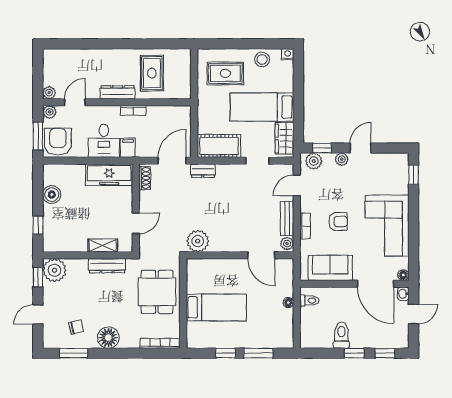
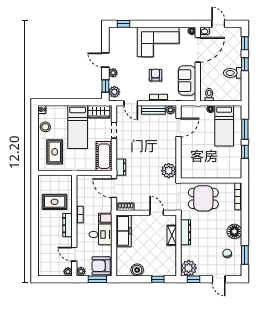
bed: (216, 307) -> (224, 126), moved, turned 180

